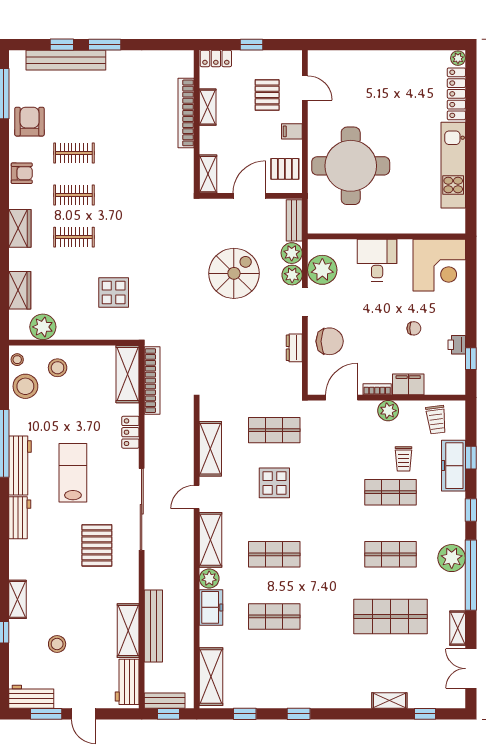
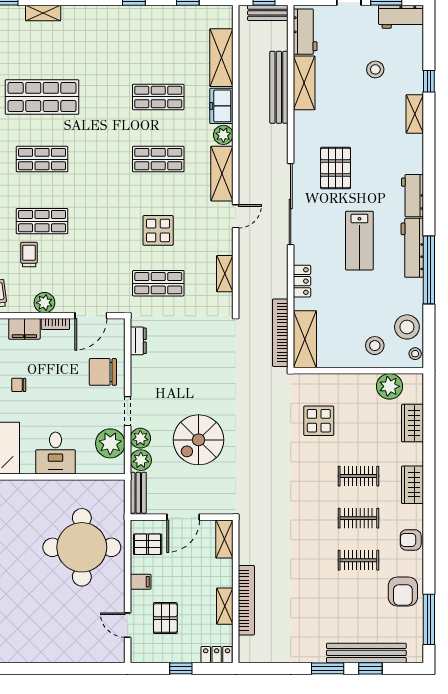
dresser: (294, 348) -> (138, 341), moved
shelving: (210, 449) -> (225, 274), width x0.67, depth x0.75
shelving: (211, 677) -> (221, 58), moved

